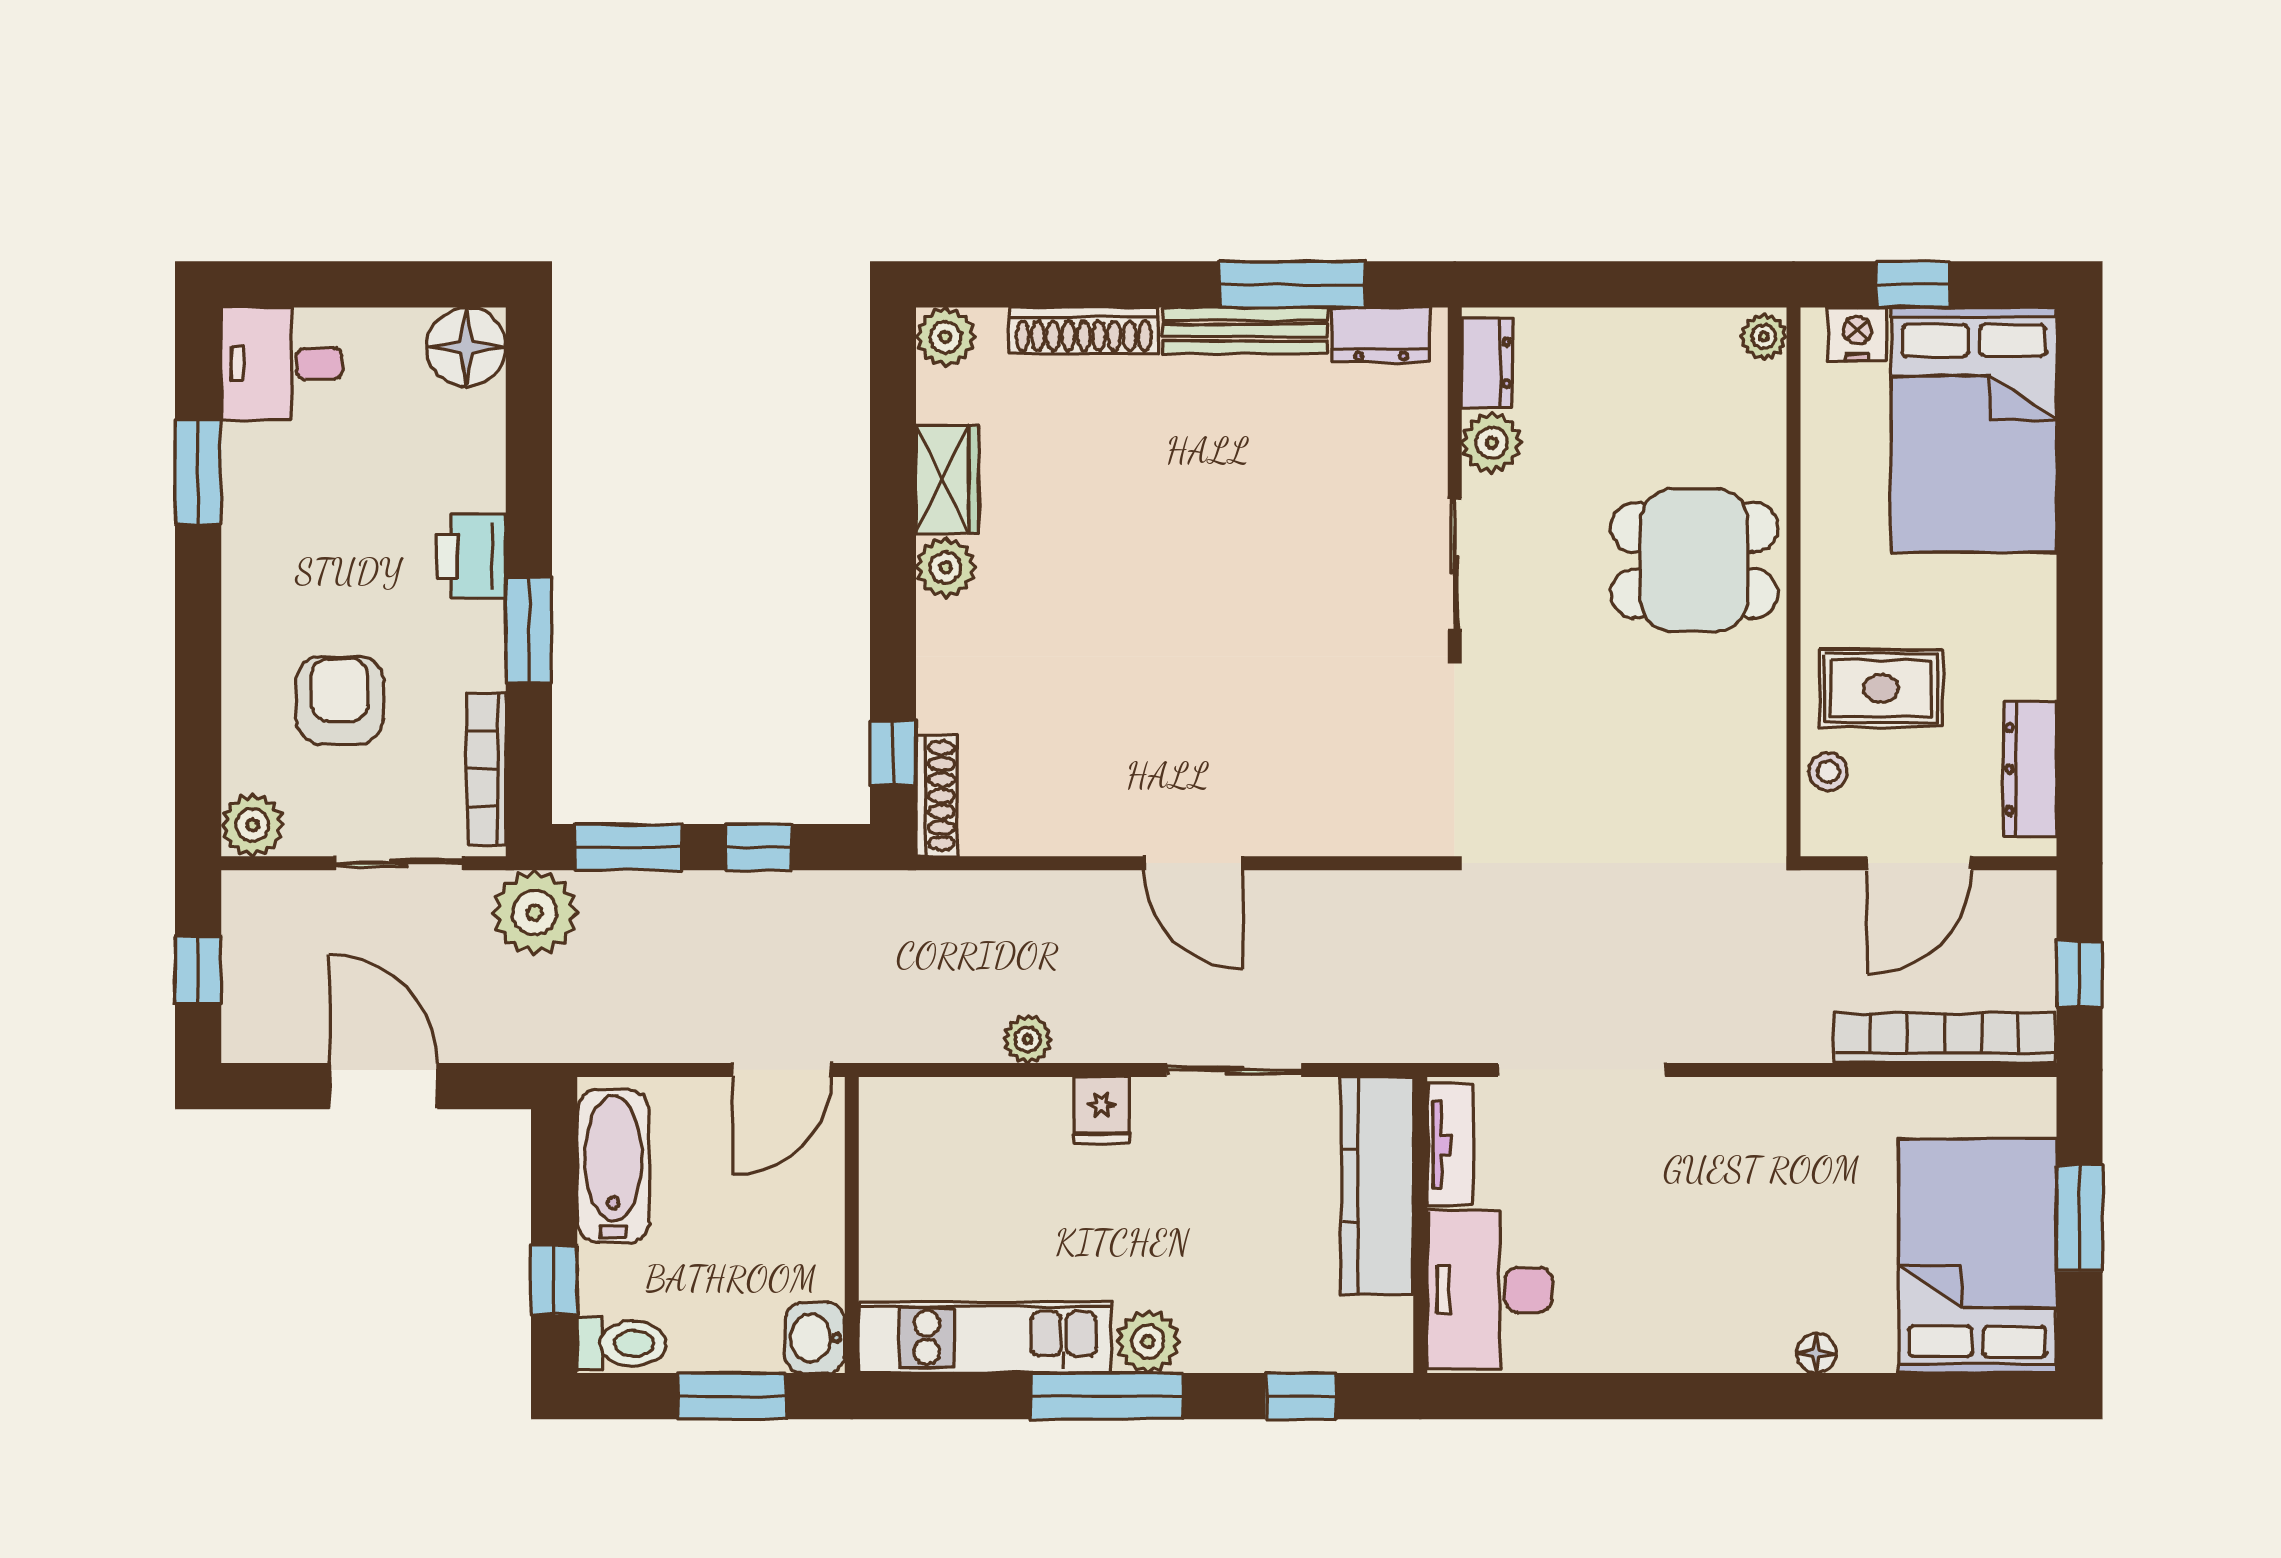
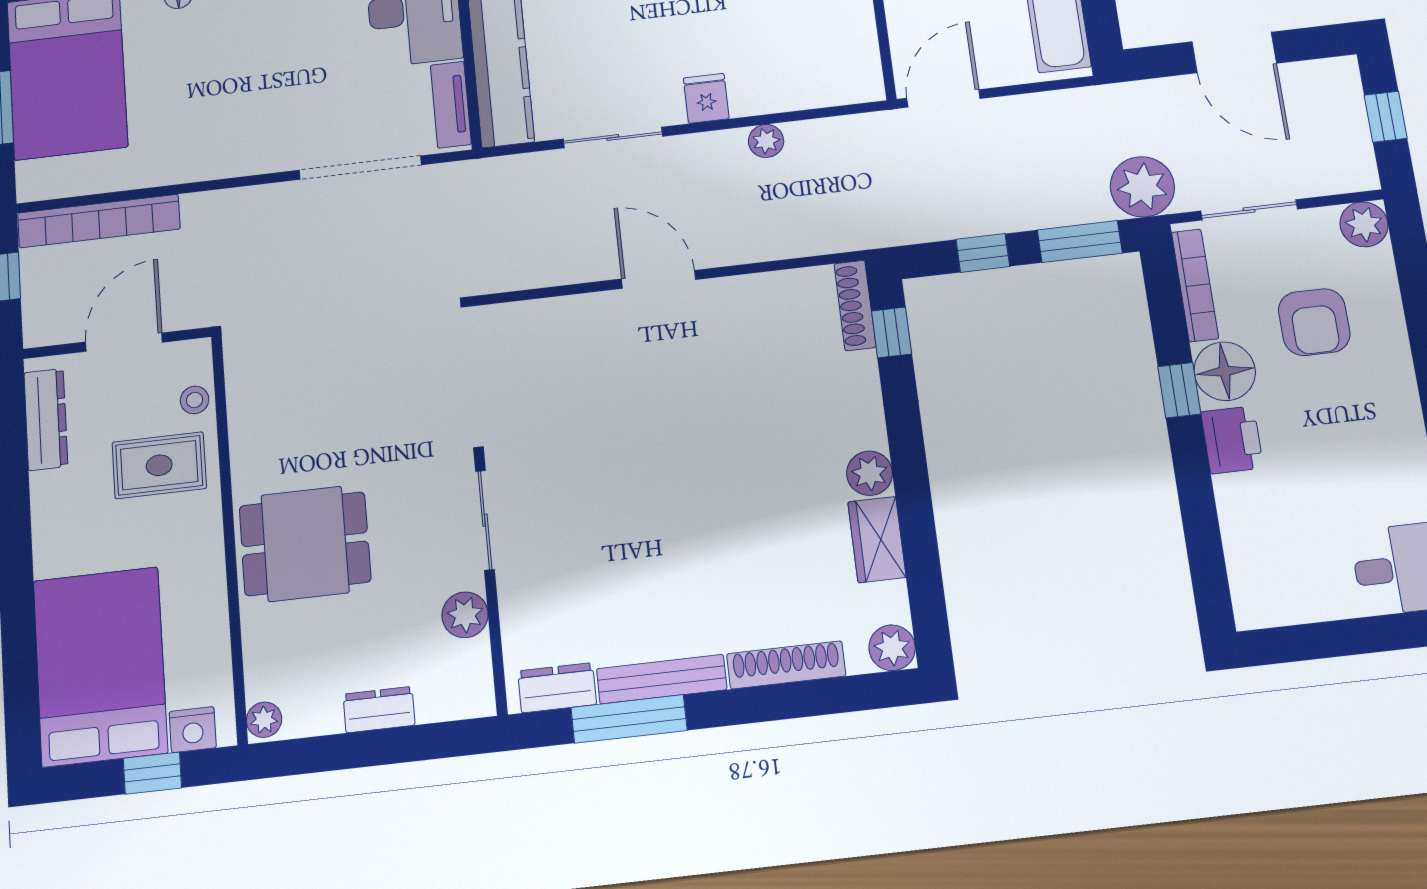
floor lamp: (466, 347) -> (1225, 371), moved
dresser: (1487, 363) -> (379, 710), moved, turned 90
window: (529, 630) -> (1179, 390), width x0.67

